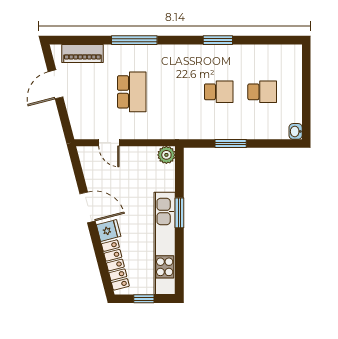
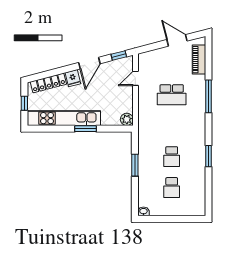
window: (77, 166) -> (119, 56), added

